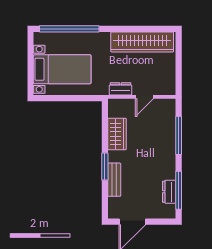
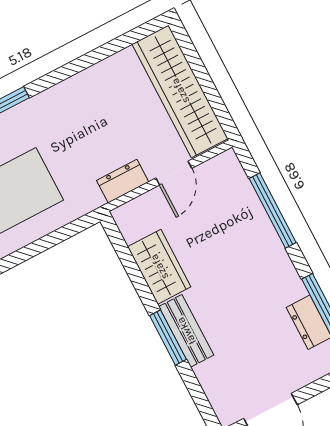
wardrobe: (142, 42) -> (180, 91), moved, turned 90
bench: (114, 180) -> (186, 331), moved

